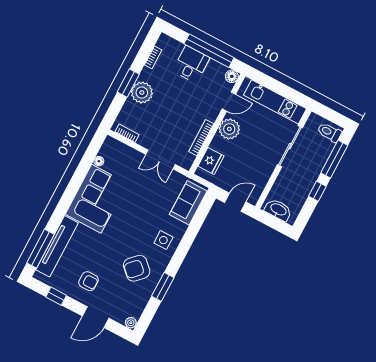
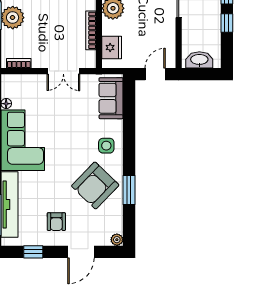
armchair: (137, 268) -> (95, 185), width x1.36, depth x1.36
armchair: (89, 281) -> (56, 222), turned 90

